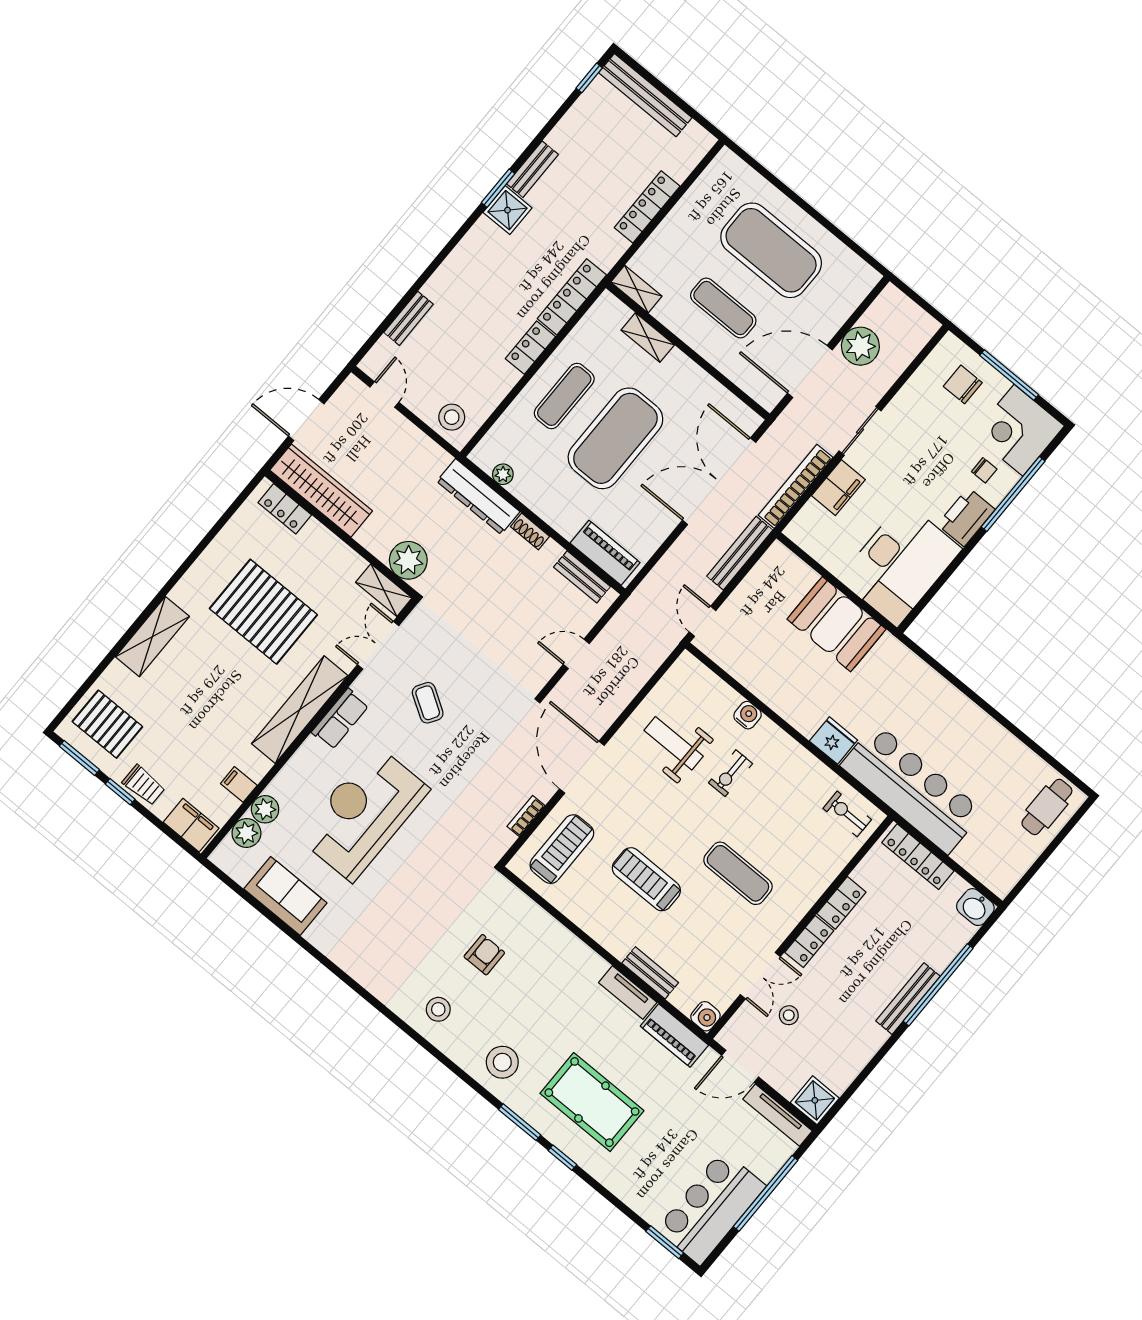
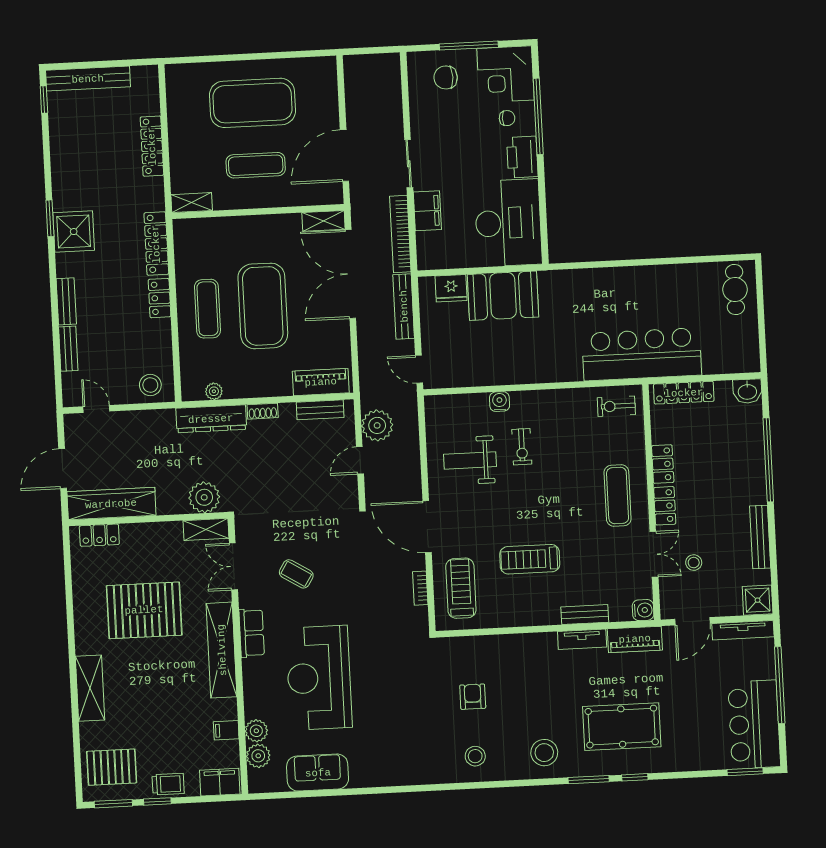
bench: (533, 169) -> (66, 301), moved
shower: (508, 210) -> (74, 232), width x1.36, depth x1.36
shelving: (648, 337) -> (323, 221), moved
plant: (860, 346) -> (377, 425), moved
fridge: (833, 741) -> (451, 288), moved, turned 180
exercise mat: (738, 873) -> (618, 496), moved, turned 90
bench: (908, 999) -> (760, 537), moved

